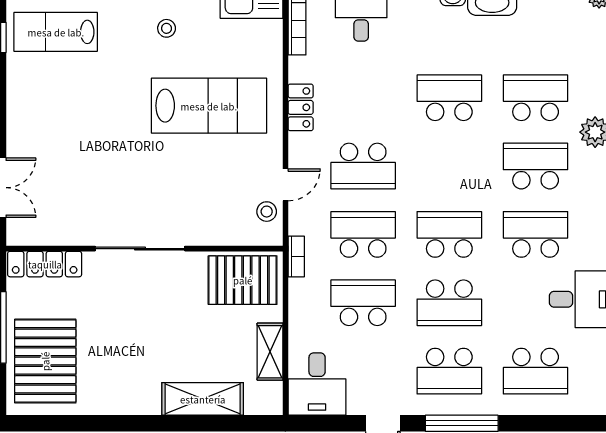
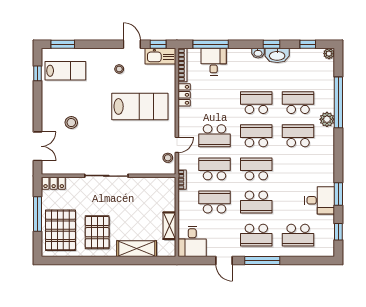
lab bench: (56, 32) -> (65, 71), turned 180
locker: (301, 107) -> (184, 95), moved
stool: (68, 139) -> (71, 123), added
school desk: (536, 234) -> (256, 136), moved
locker: (45, 264) -> (54, 183), width x0.66
pallet: (243, 280) -> (97, 232), moved, turned 90

